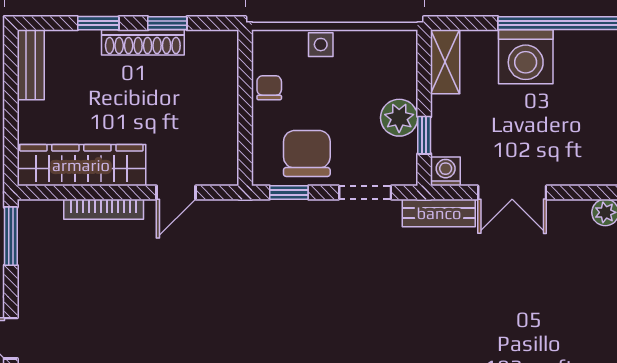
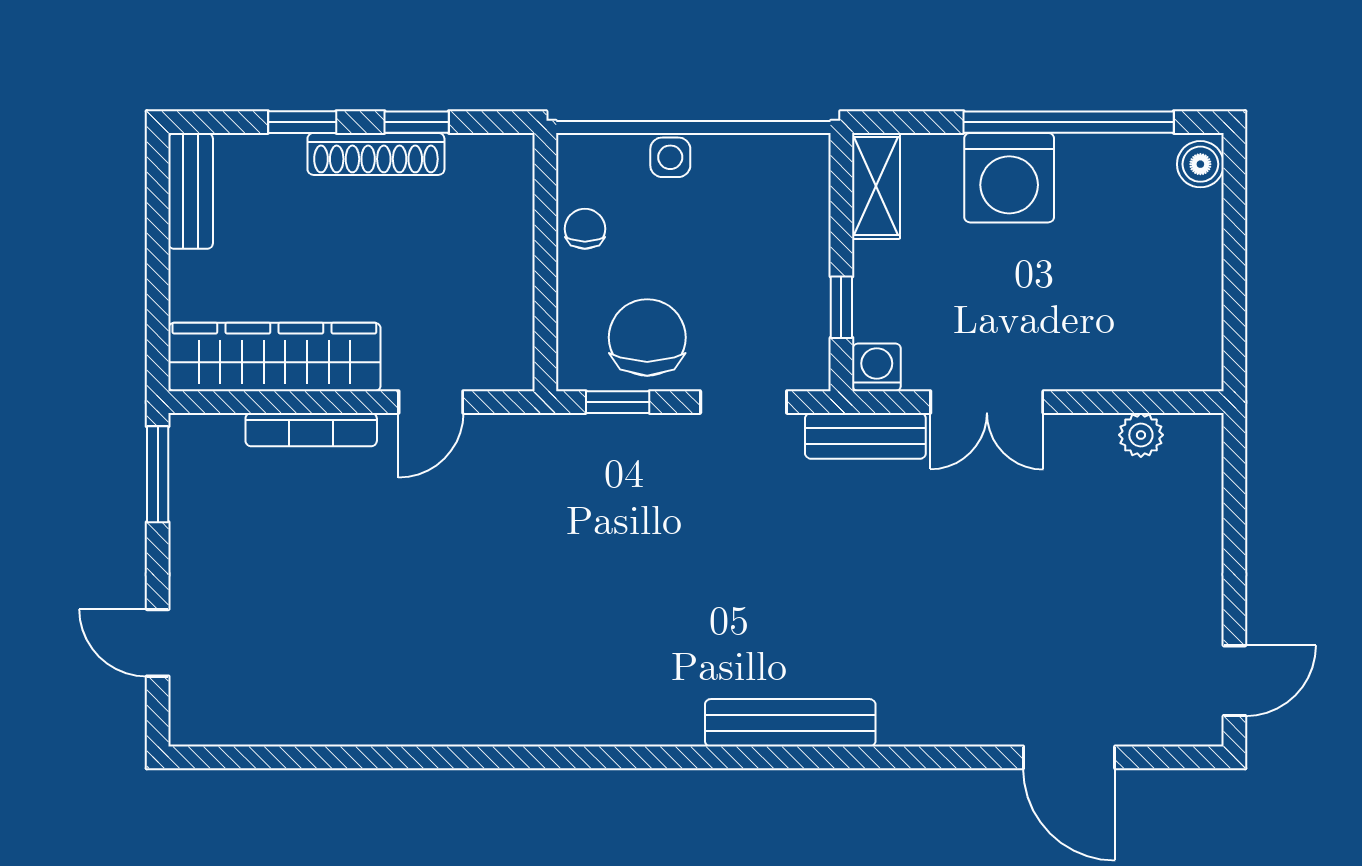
plant: (399, 118) -> (800, 278), removed

